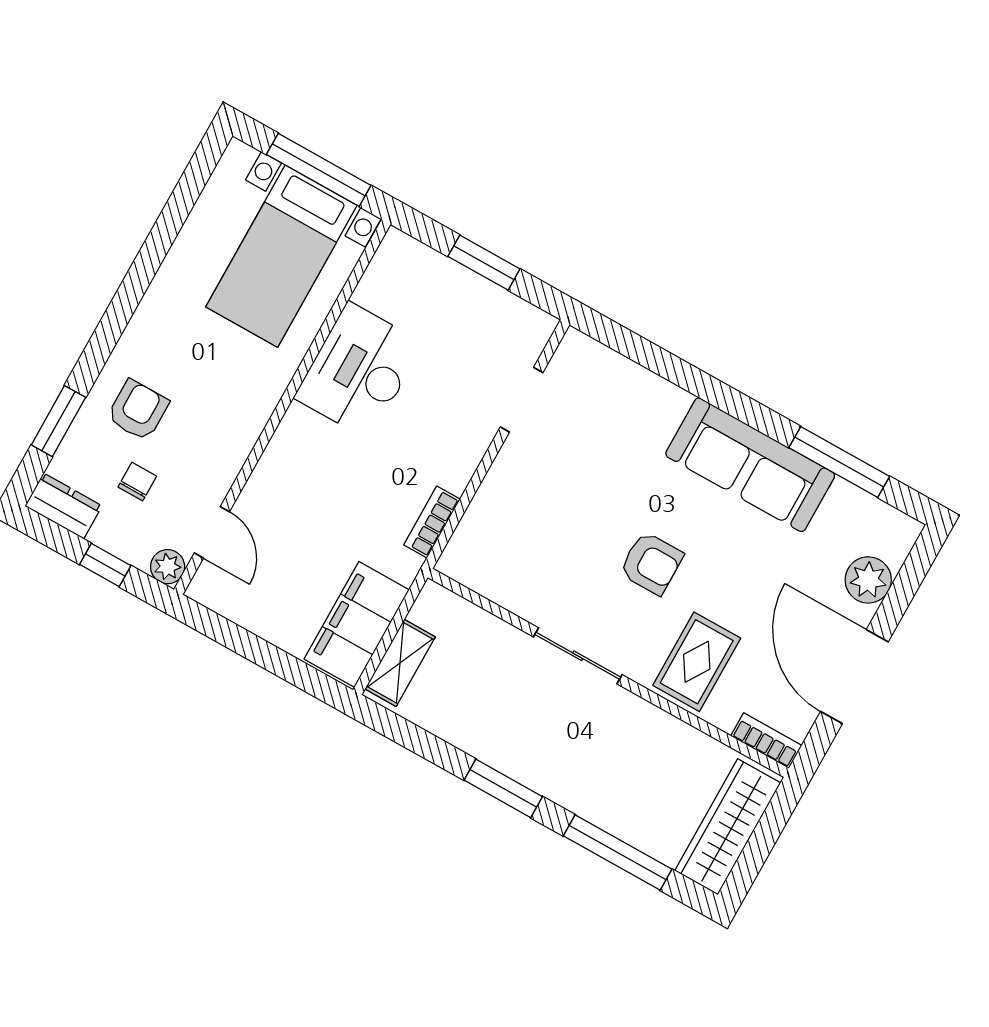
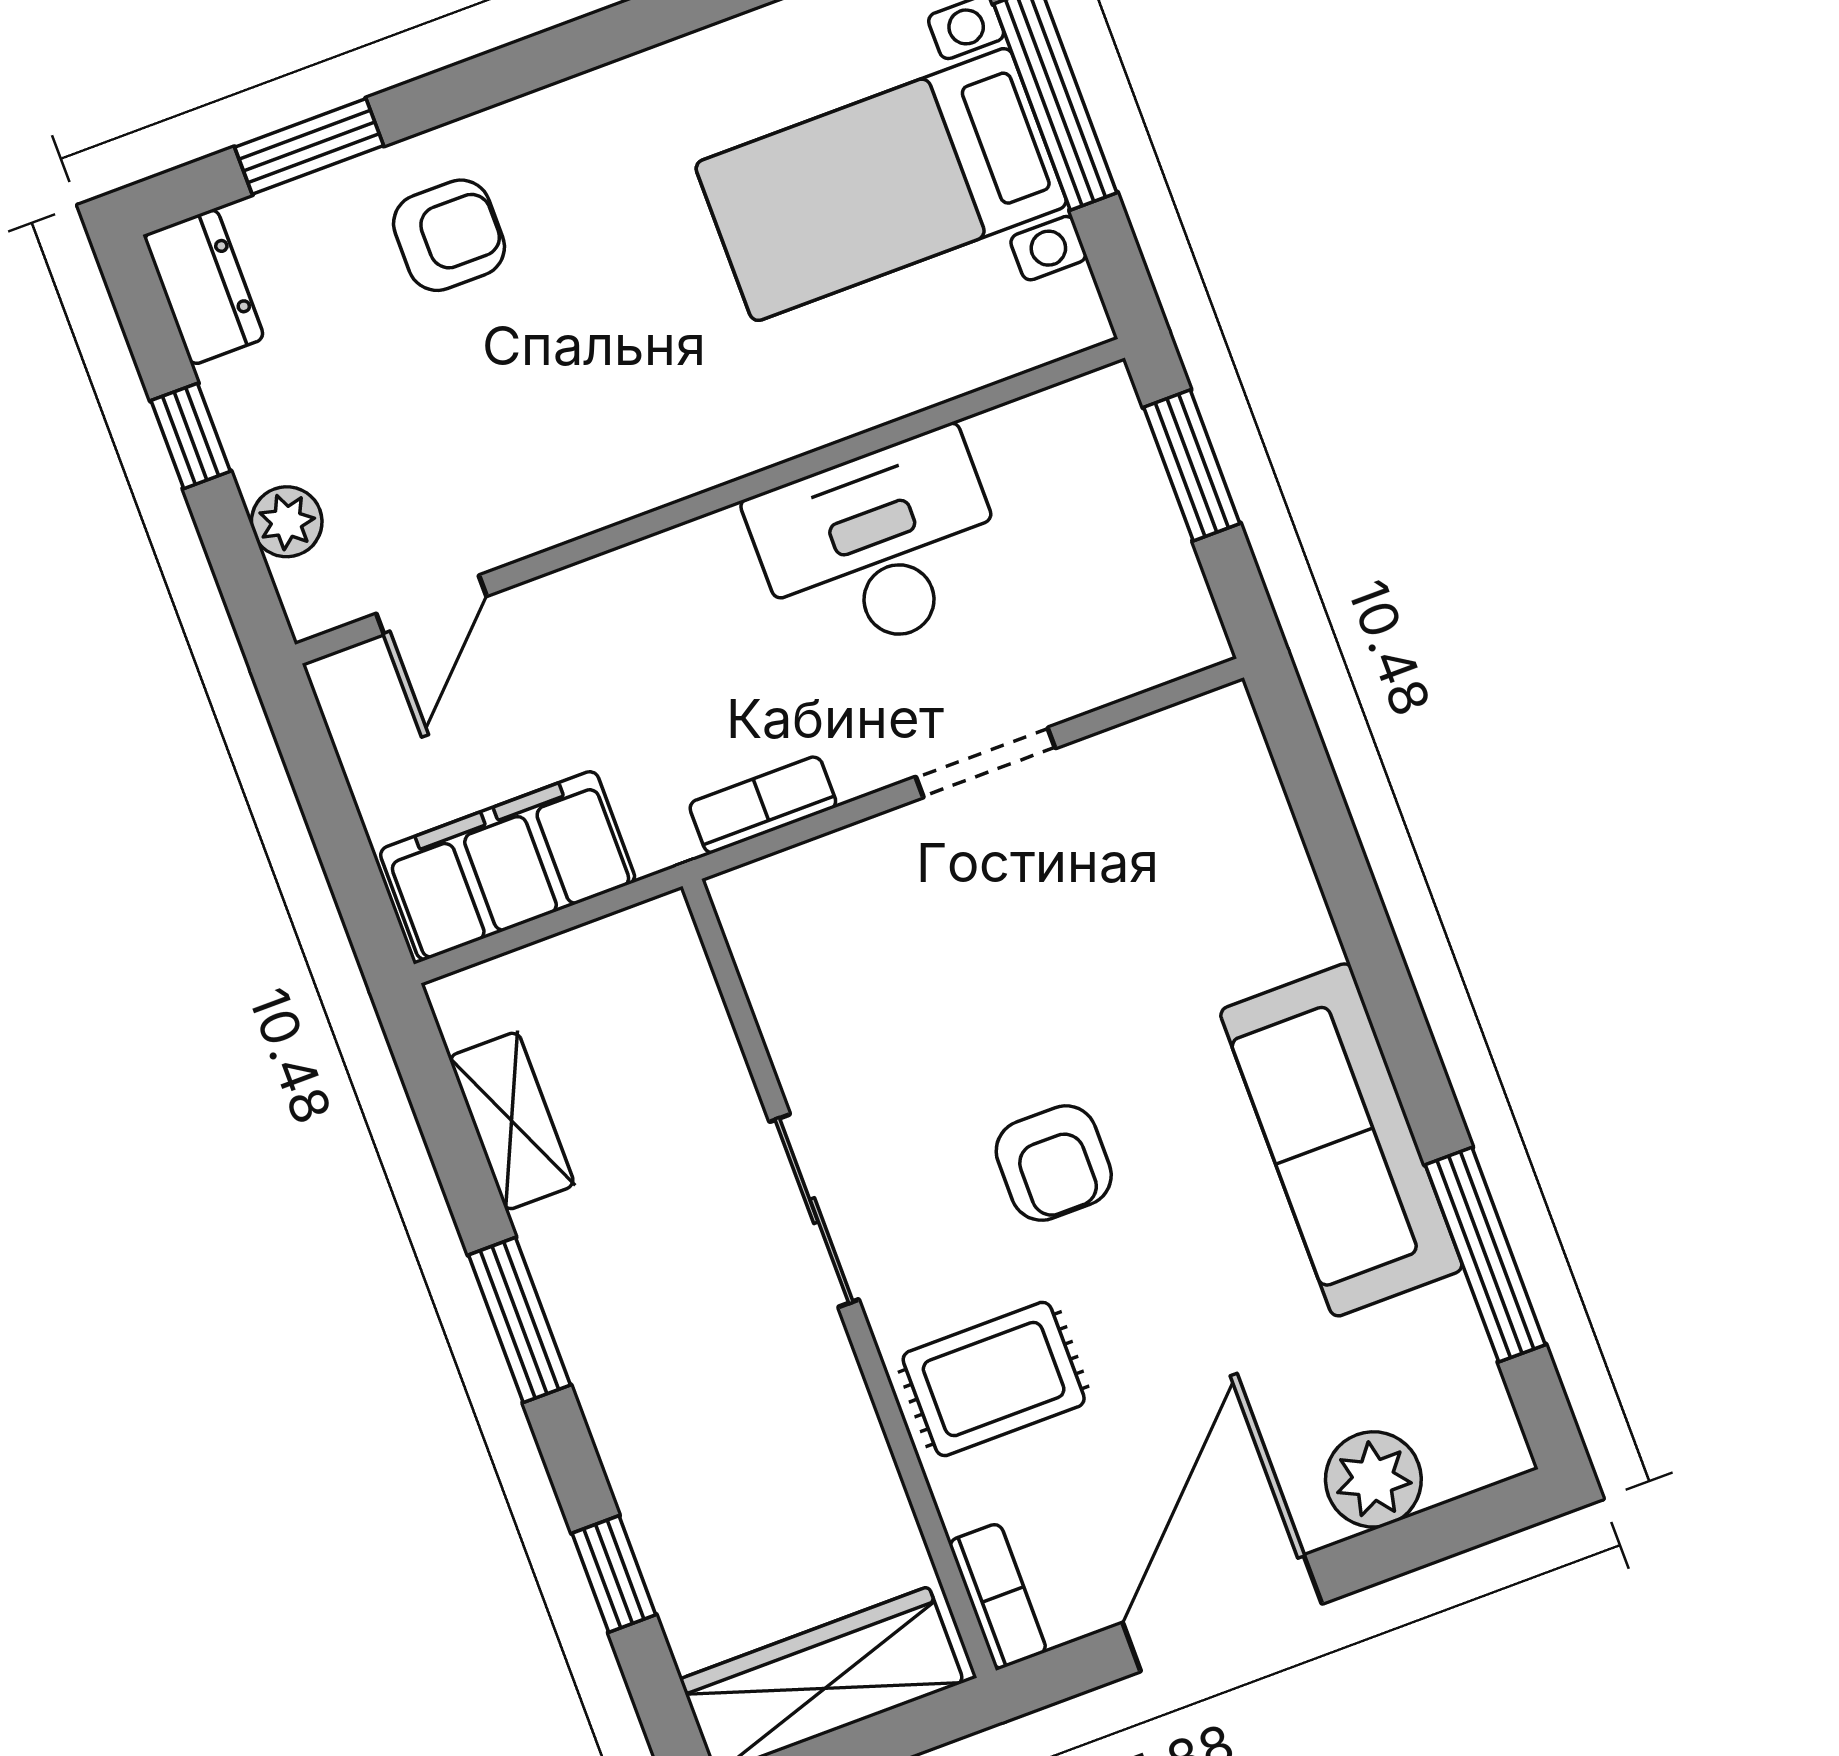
desk: (359, 371) -> (879, 546), moved
doorway: (522, 400) -> (986, 763), moved
wall: (282, 407) -> (710, 501), moved
chair: (137, 482) -> (352, 347), removed
door: (212, 532) -> (431, 605), moved
shelving: (400, 663) -> (512, 1121), moved, turned 90
window: (618, 853) -> (614, 1574), width x0.46

